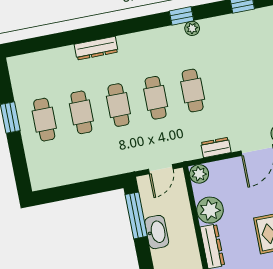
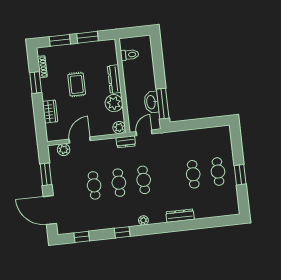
plant: (192, 28) -> (143, 220), moved
cafe table: (118, 105) -> (94, 185), moved
dresser: (216, 148) -> (126, 142), moved
washbasin: (157, 232) -> (151, 102), moved

